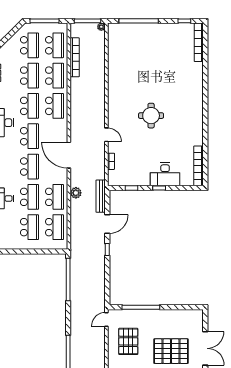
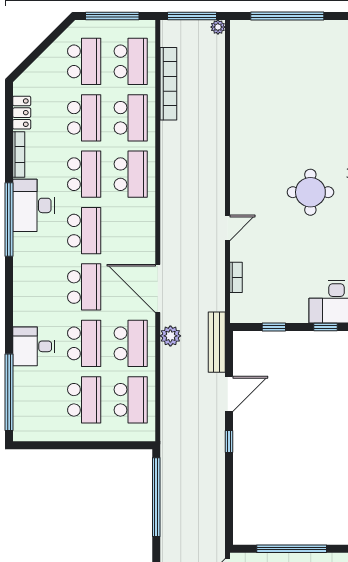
door: (106, 135) -> (228, 228), hinge flipped
door: (69, 155) -> (158, 288), moved

